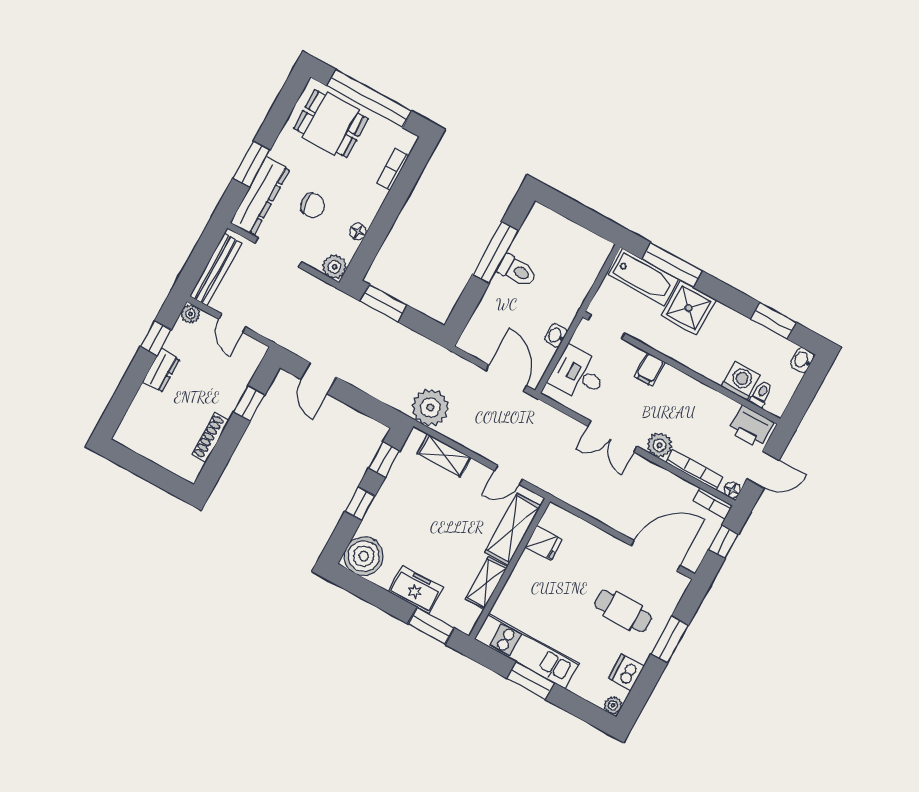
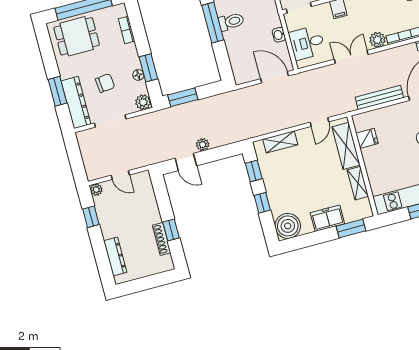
window: (377, 234) -> (148, 68), added
bench: (215, 270) -> (379, 97), moved, turned 90
dresser: (161, 371) -> (115, 257), moved, width x1.44
window: (249, 404) -> (171, 230), moved
plant: (430, 408) -> (203, 145), moved, width x0.53, depth x0.53
double door: (613, 436) -> (351, 57), swing flipped

